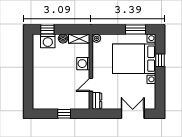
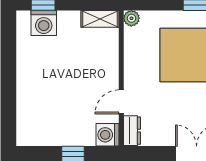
boiler: (63, 39) -> (71, 19), removed
washing machine: (83, 64) -> (107, 135), moved

